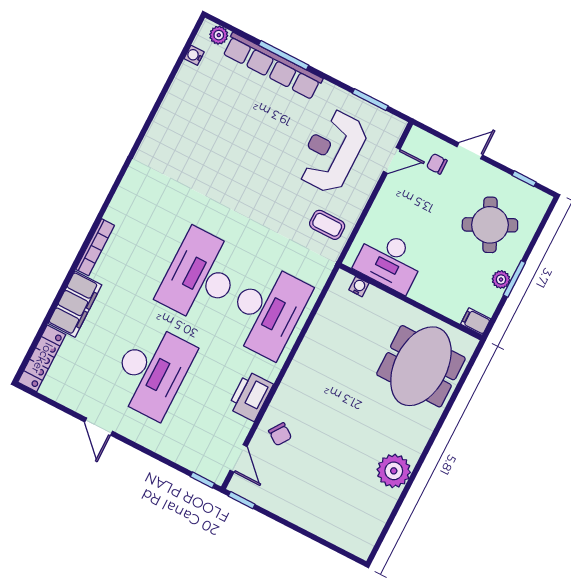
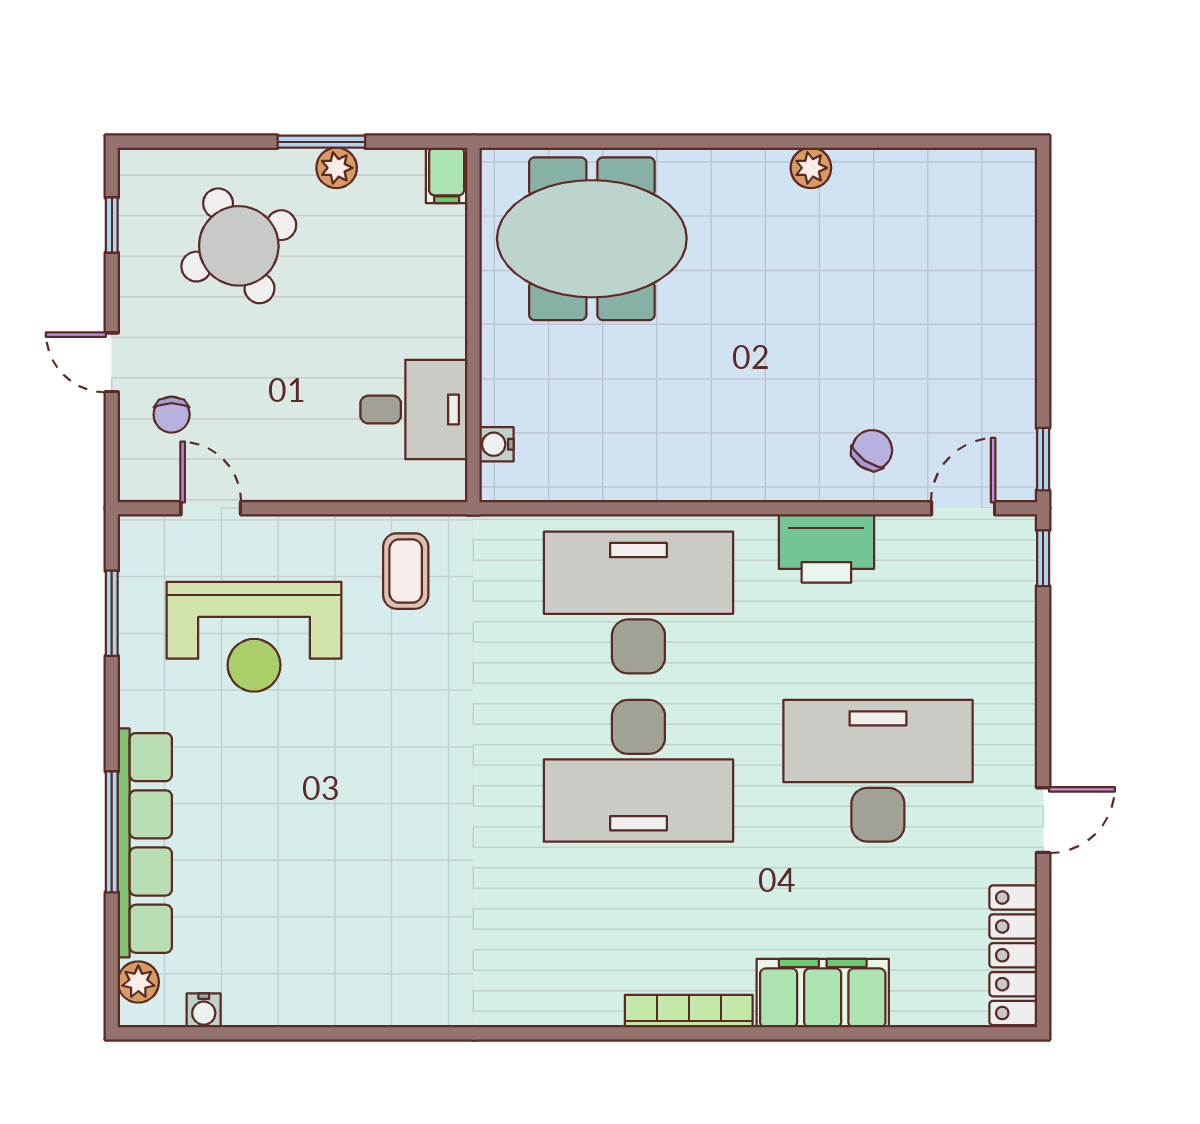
desk: (389, 261) -> (414, 410), width x0.73
locker: (42, 358) -> (1013, 955), moved, turned -90
plant: (394, 471) -> (811, 168), width x0.53, depth x0.53

